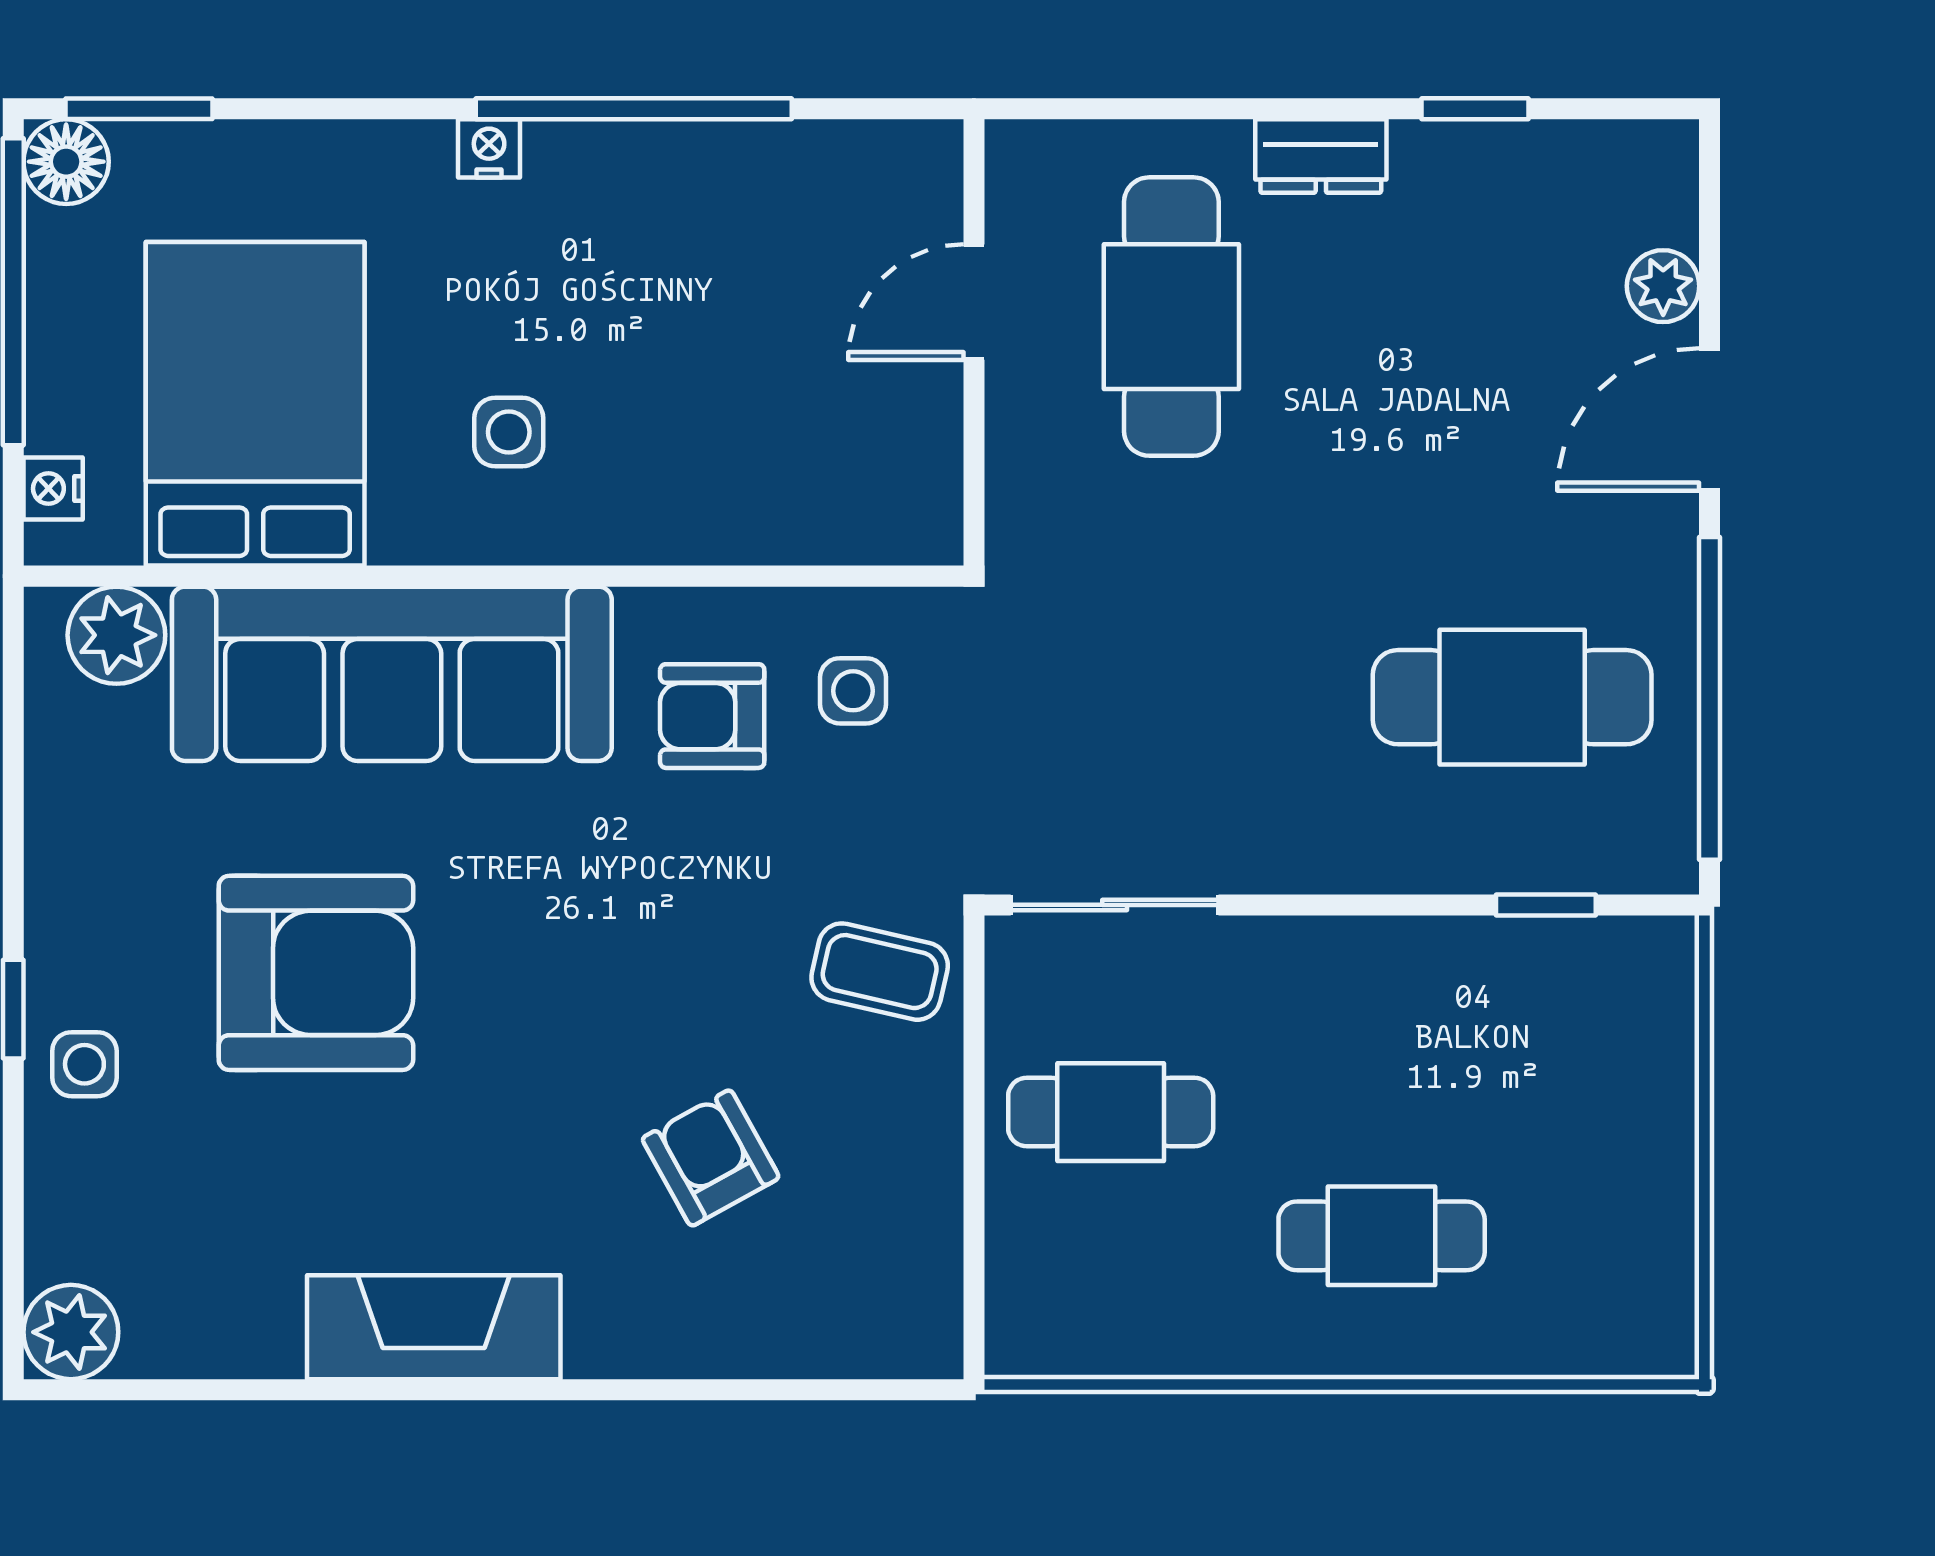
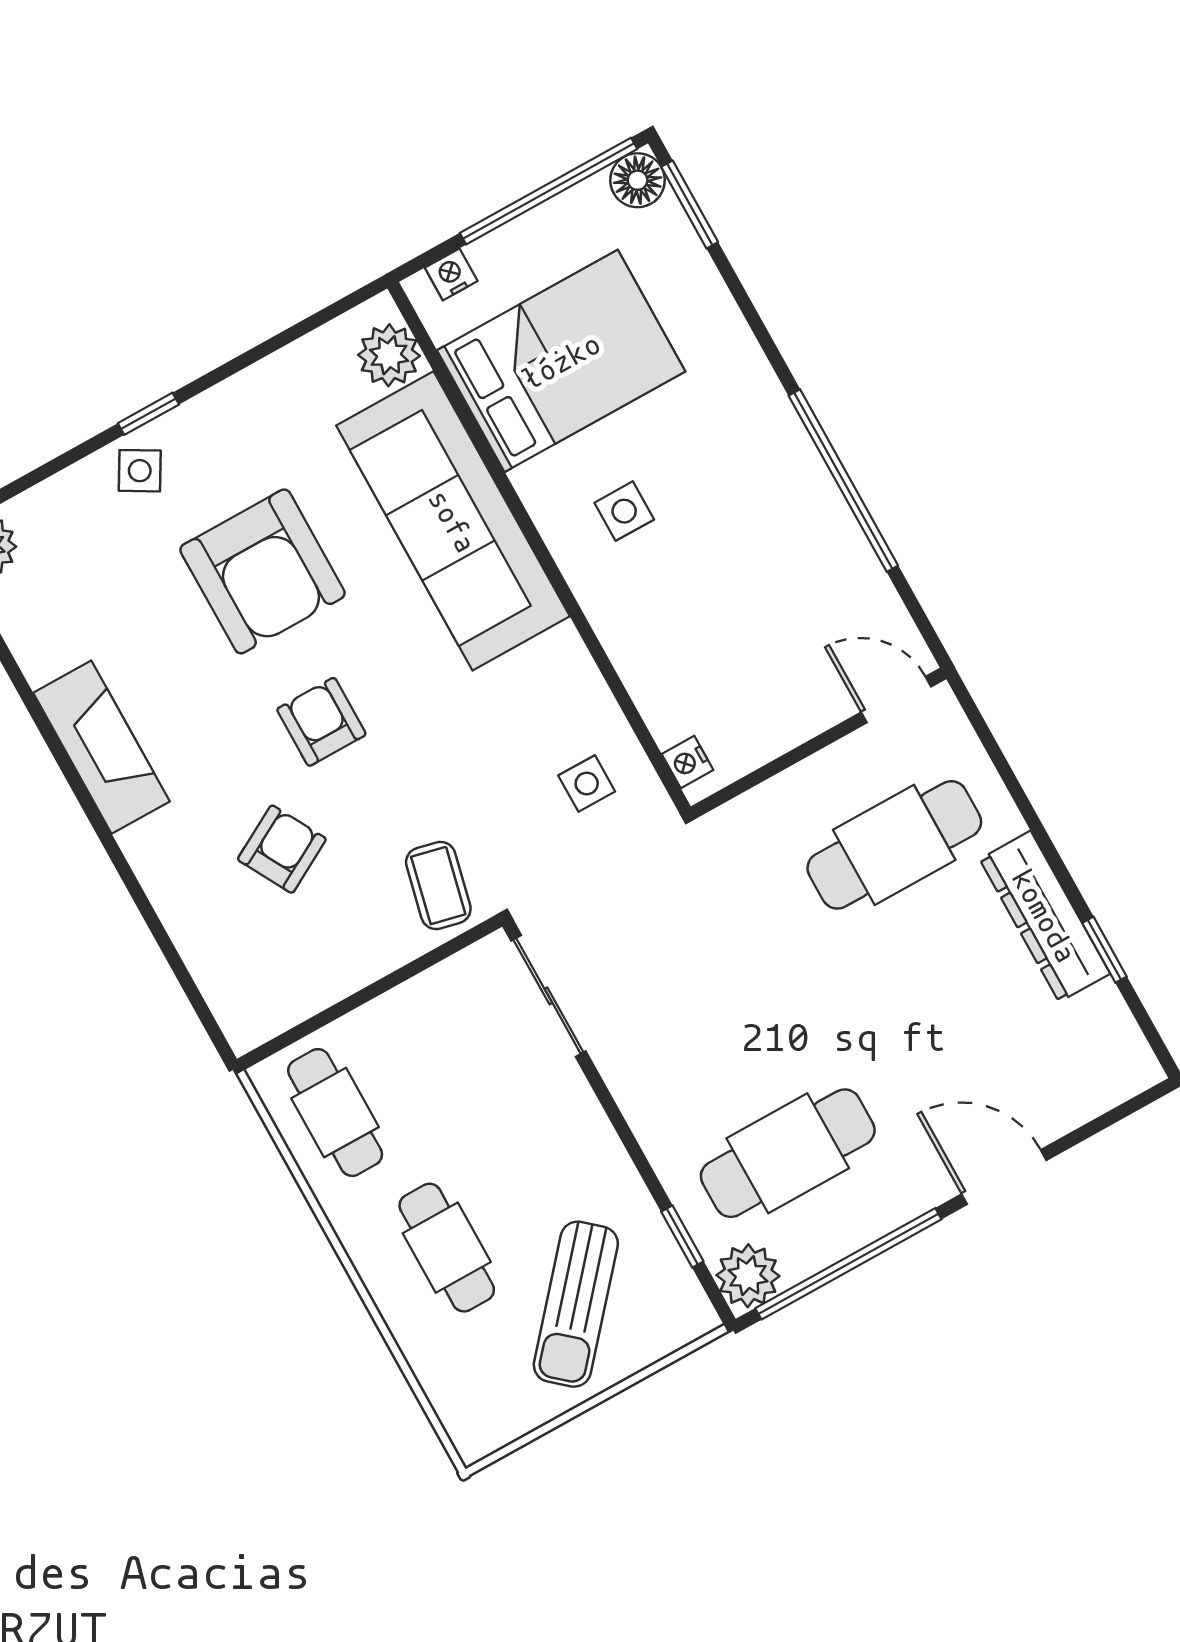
nightstand: (489, 148) -> (687, 762), moved, turned 180
dresser: (1321, 156) -> (1045, 916), width x1.96, depth x1.24
plant: (1663, 286) -> (748, 1276), moved, width x1.38, depth x1.38
door: (974, 302) -> (896, 700), moved
cafe table: (1512, 697) -> (788, 1153), turned 90
armchair: (712, 716) -> (321, 722), moved
side table: (84, 1064) -> (140, 471), turned 30
sun lounger: (1557, 1102) -> (576, 1304), added
cafe table: (1111, 1112) -> (335, 1113), moved

